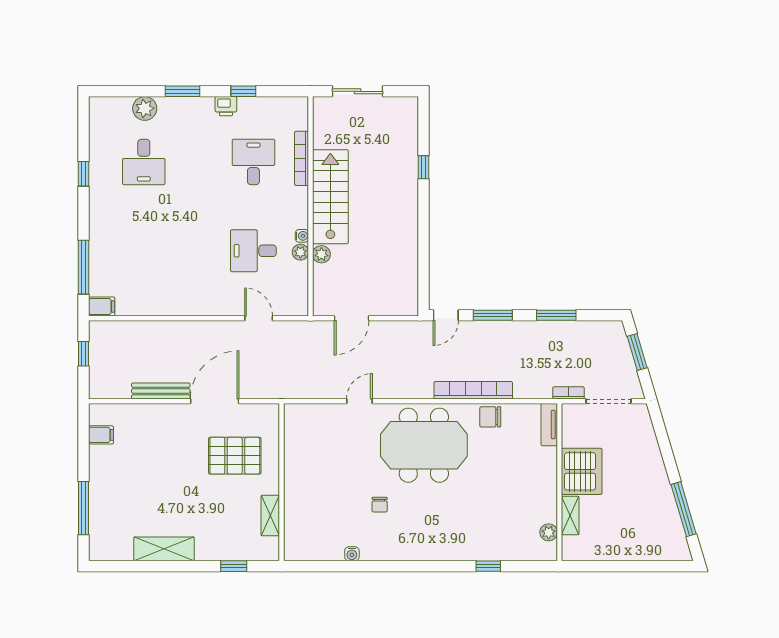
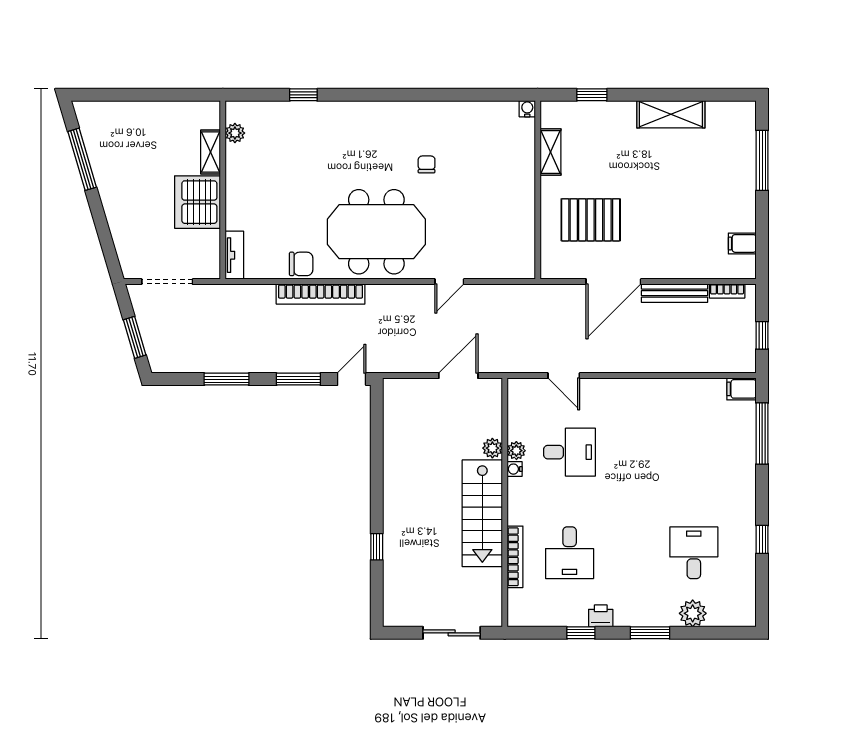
bookcase: (568, 393) -> (727, 291), moved
water cooler: (352, 554) -> (527, 109), moved

